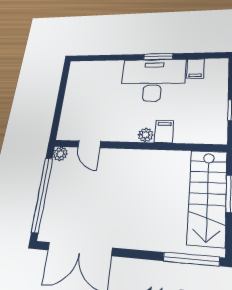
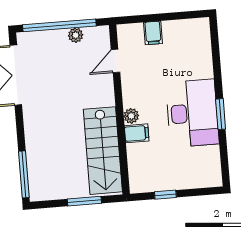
filing cabinet: (195, 68) -> (153, 33), moved, turned -90
plant: (60, 154) -> (76, 35), moved
stairs: (207, 197) -> (103, 151), moved, turned -90

